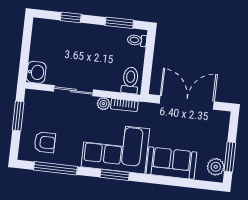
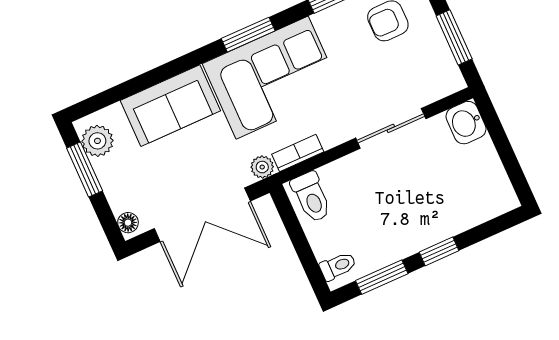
window: (71, 17) -> (439, 251), moved
plant: (103, 104) -> (262, 167), moved
floor lamp: (224, 120) -> (128, 223), added

